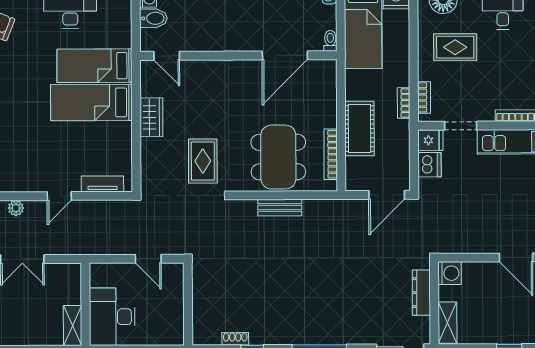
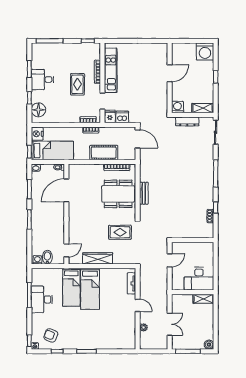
rug: (455, 47) -> (77, 84), moved
door: (285, 55) -> (66, 190), swing flipped
wardrobe: (151, 117) -> (98, 258), width x1.50

